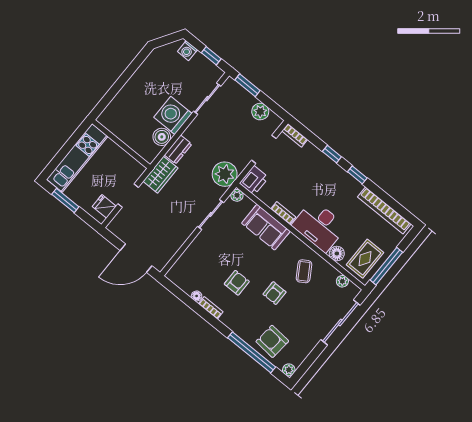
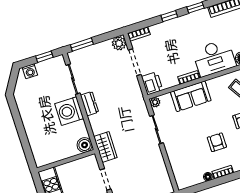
plant: (260, 112) -> (119, 43), moved
boiler: (162, 137) -> (85, 145), moved
dresser: (178, 150) -> (89, 104), moved
plant: (225, 174) -> (134, 101), removed

